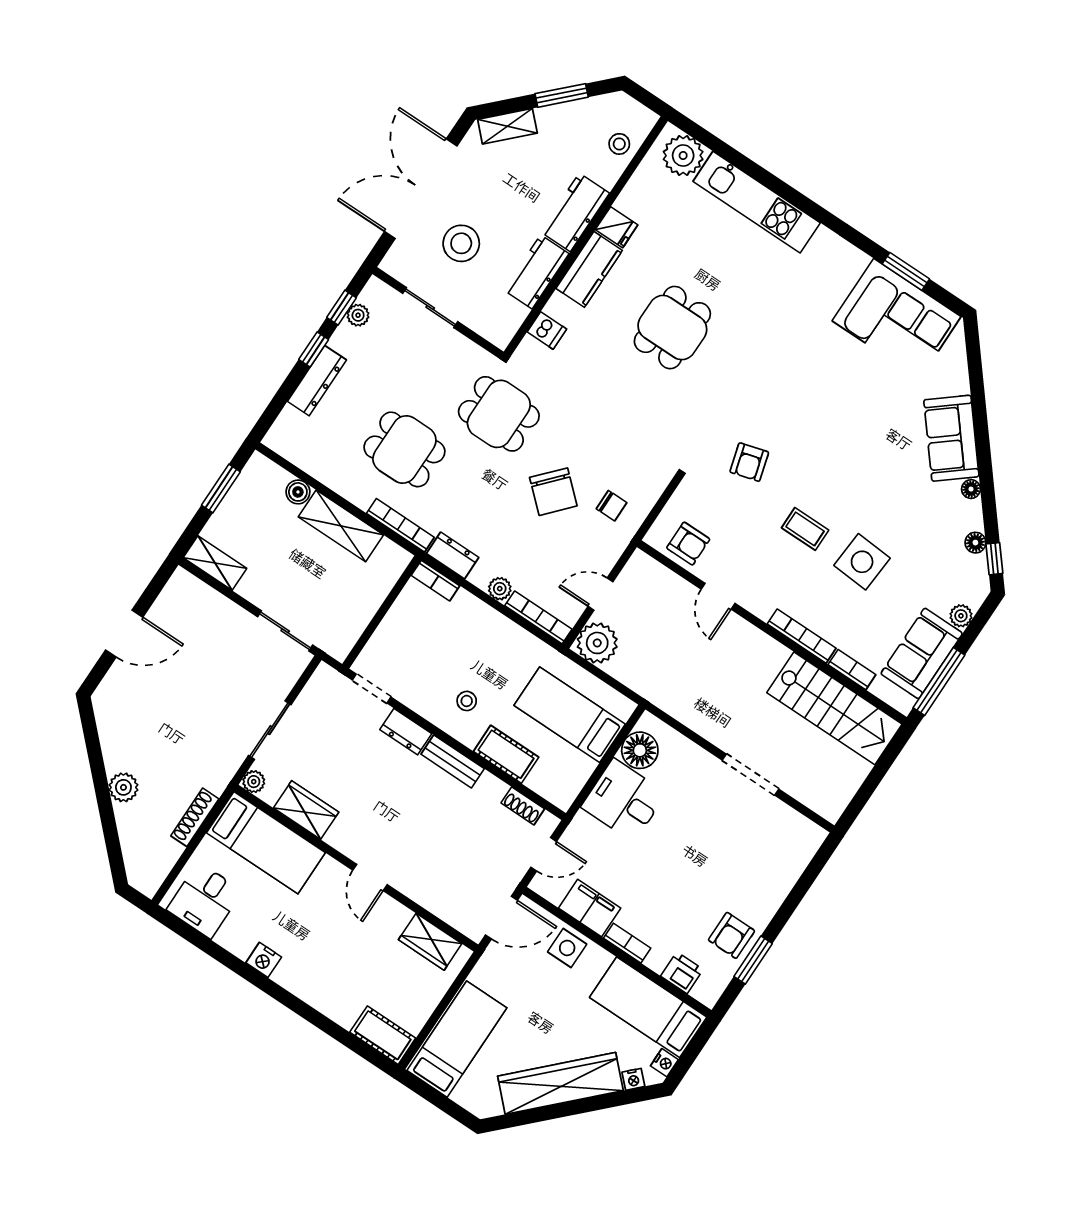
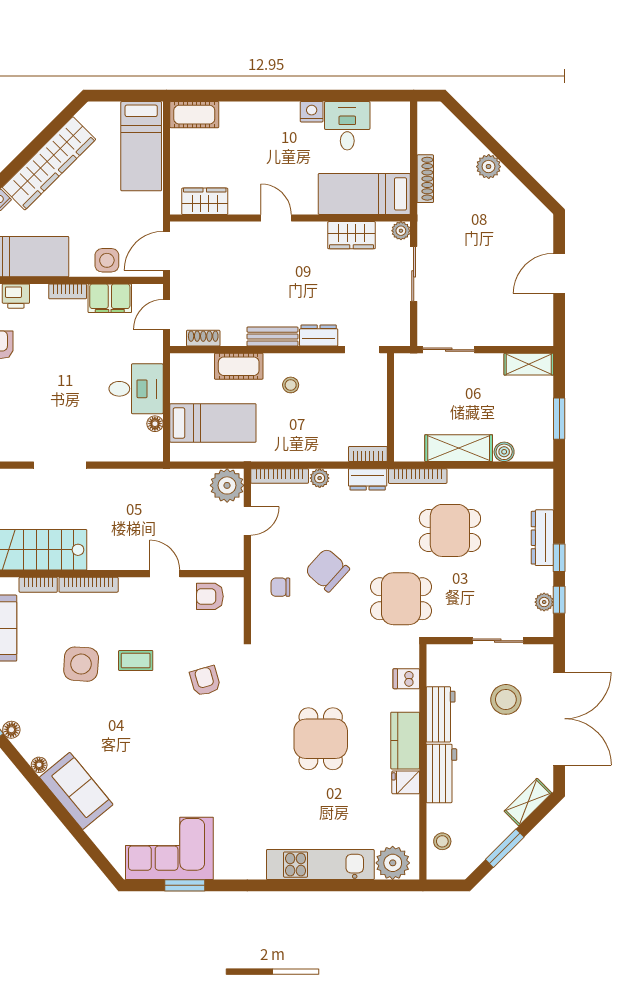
floor lamp: (640, 750) -> (155, 424), width x0.53, depth x0.53
desk: (205, 900) -> (347, 126), moved

